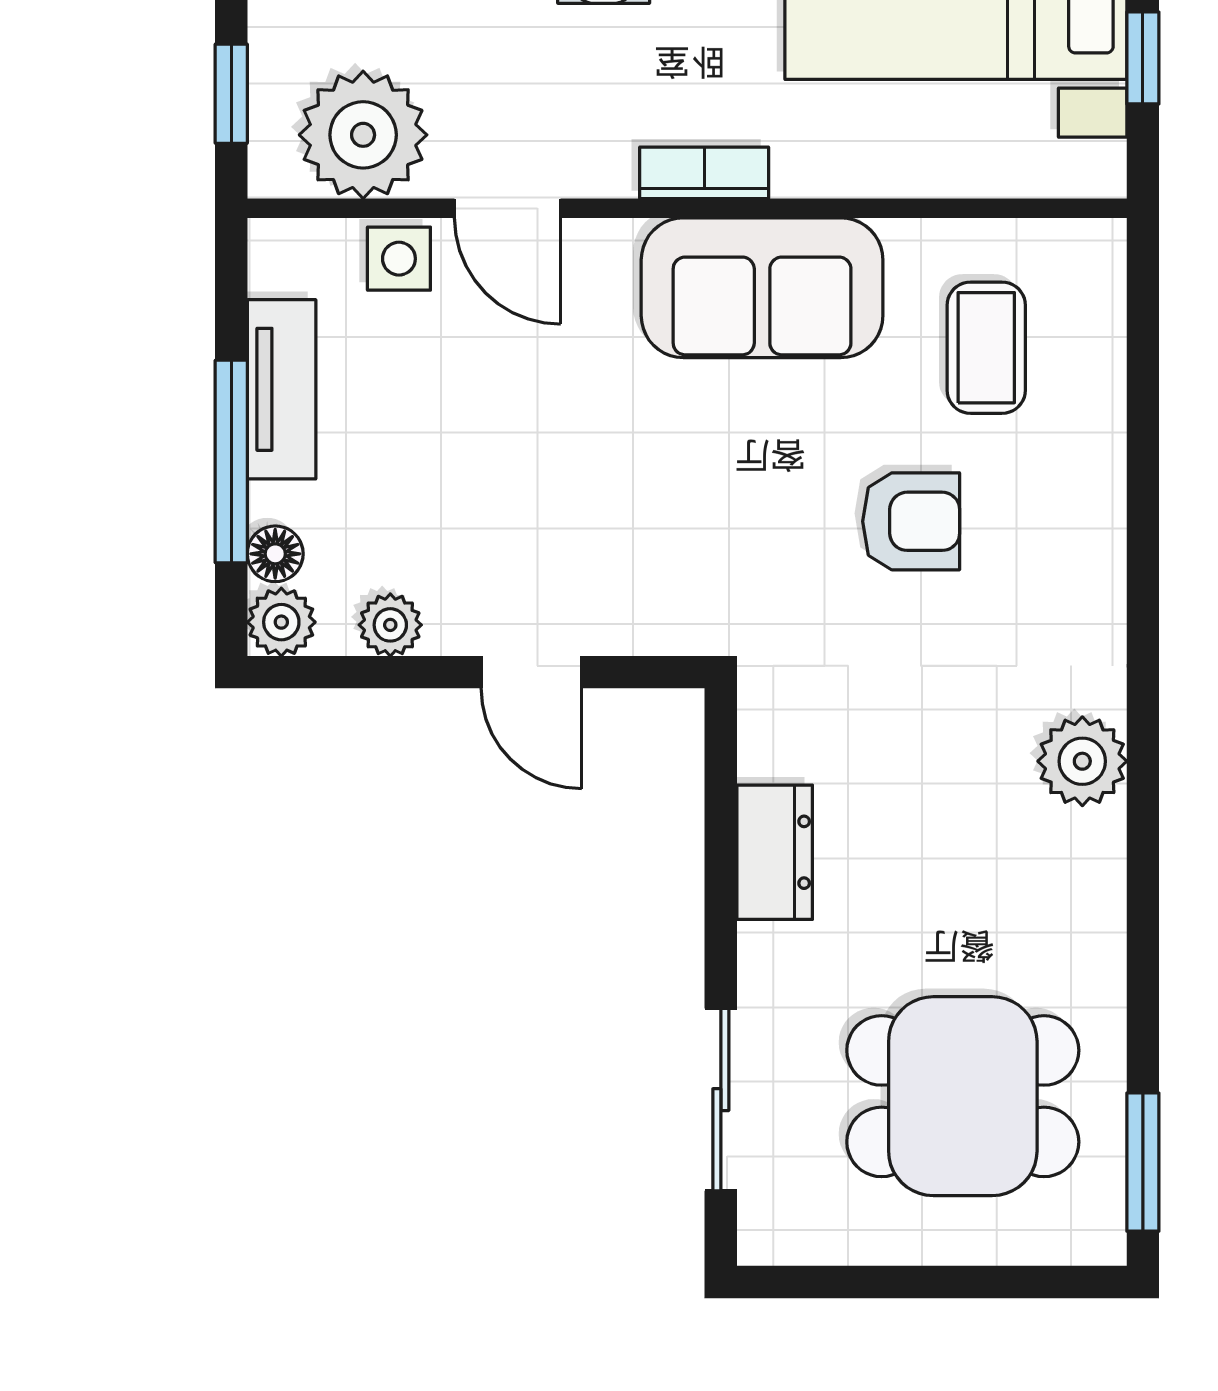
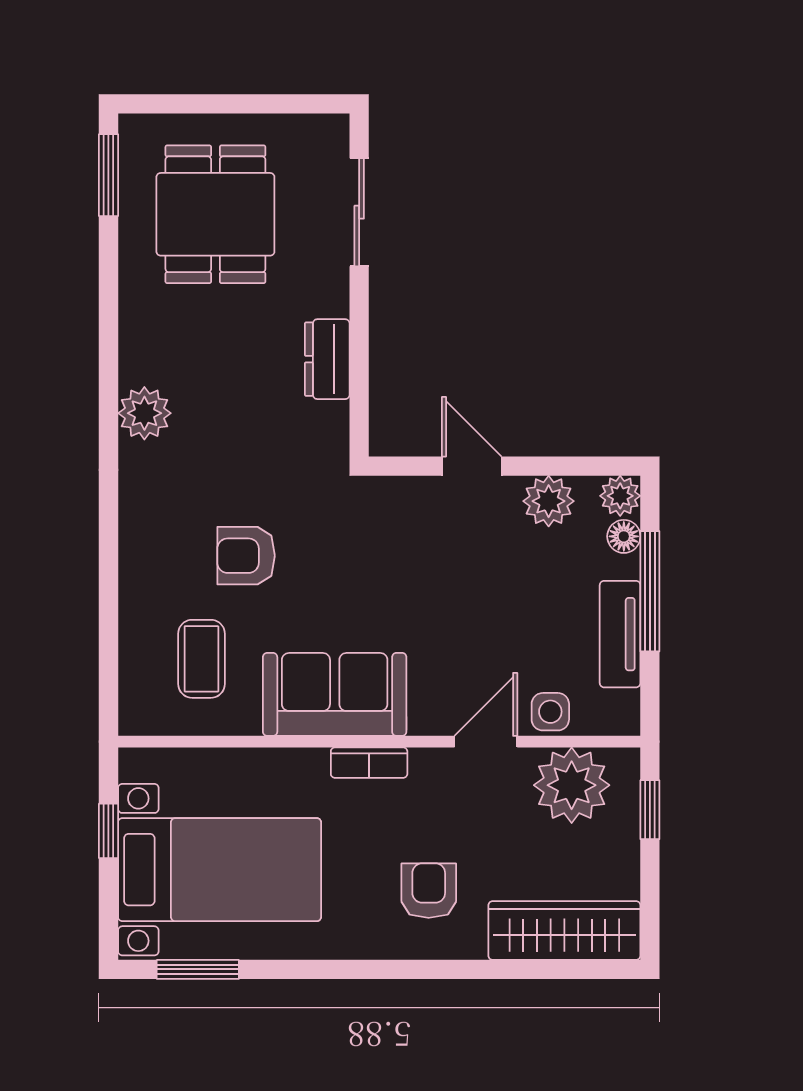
door: (508, 208) -> (486, 742), hinge flipped
plant: (390, 625) -> (549, 501), width x1.38, depth x1.38
dining table: (963, 1096) -> (215, 214), turned 90

